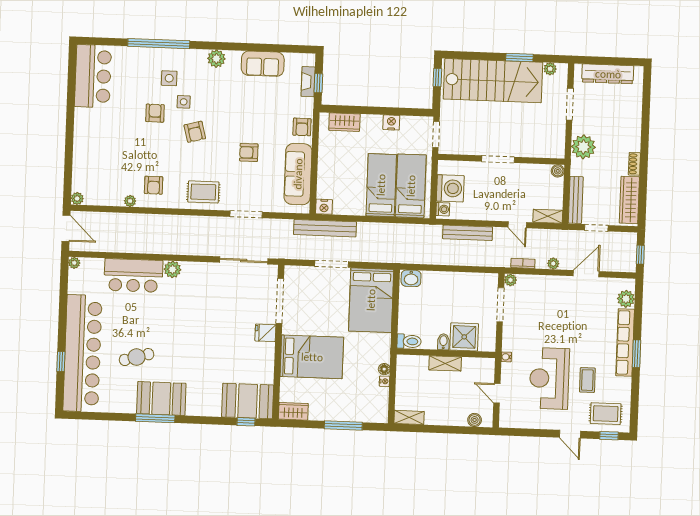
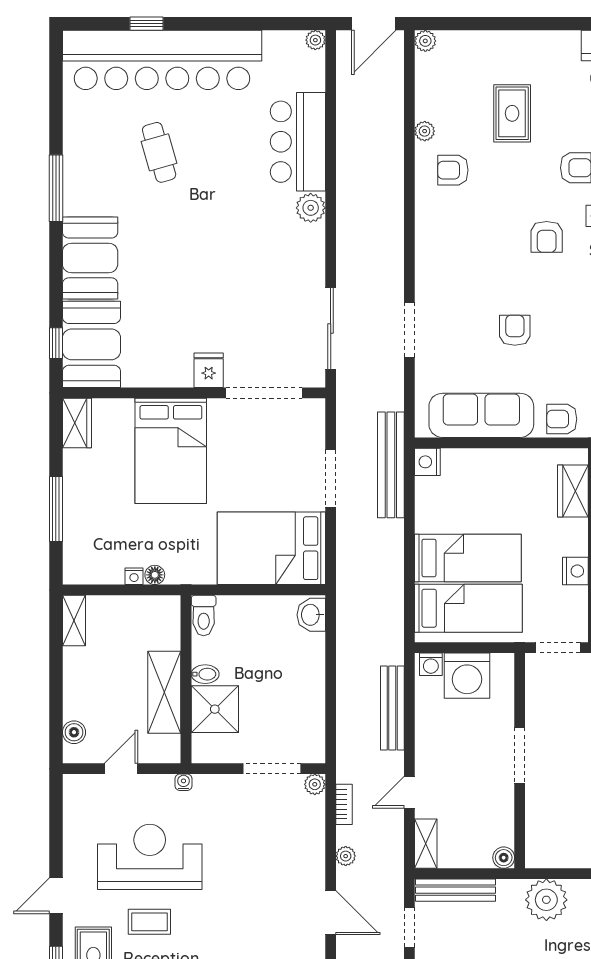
armchair: (195, 132) -> (547, 237), turned -75
rug: (203, 192) -> (512, 113), moved
shelving: (445, 363) -> (164, 692), width x1.50, depth x1.33
booth: (161, 398) -> (90, 258), moved

